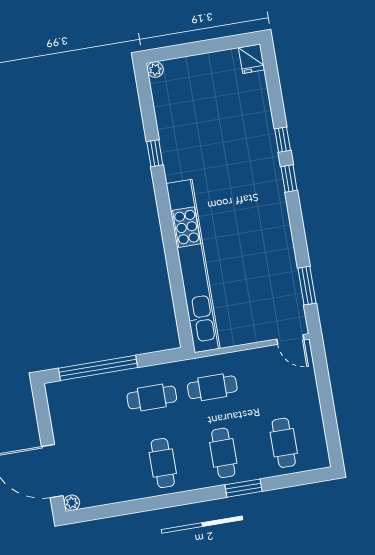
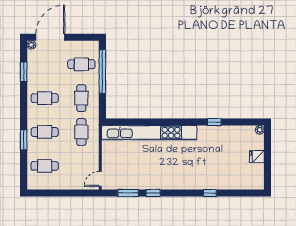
fridge: (252, 59) -> (257, 157), moved
window: (289, 179) -> (153, 193), moved
cafe table: (91, 408) -> (81, 64), added
window: (122, 508) -> (24, 72), added

